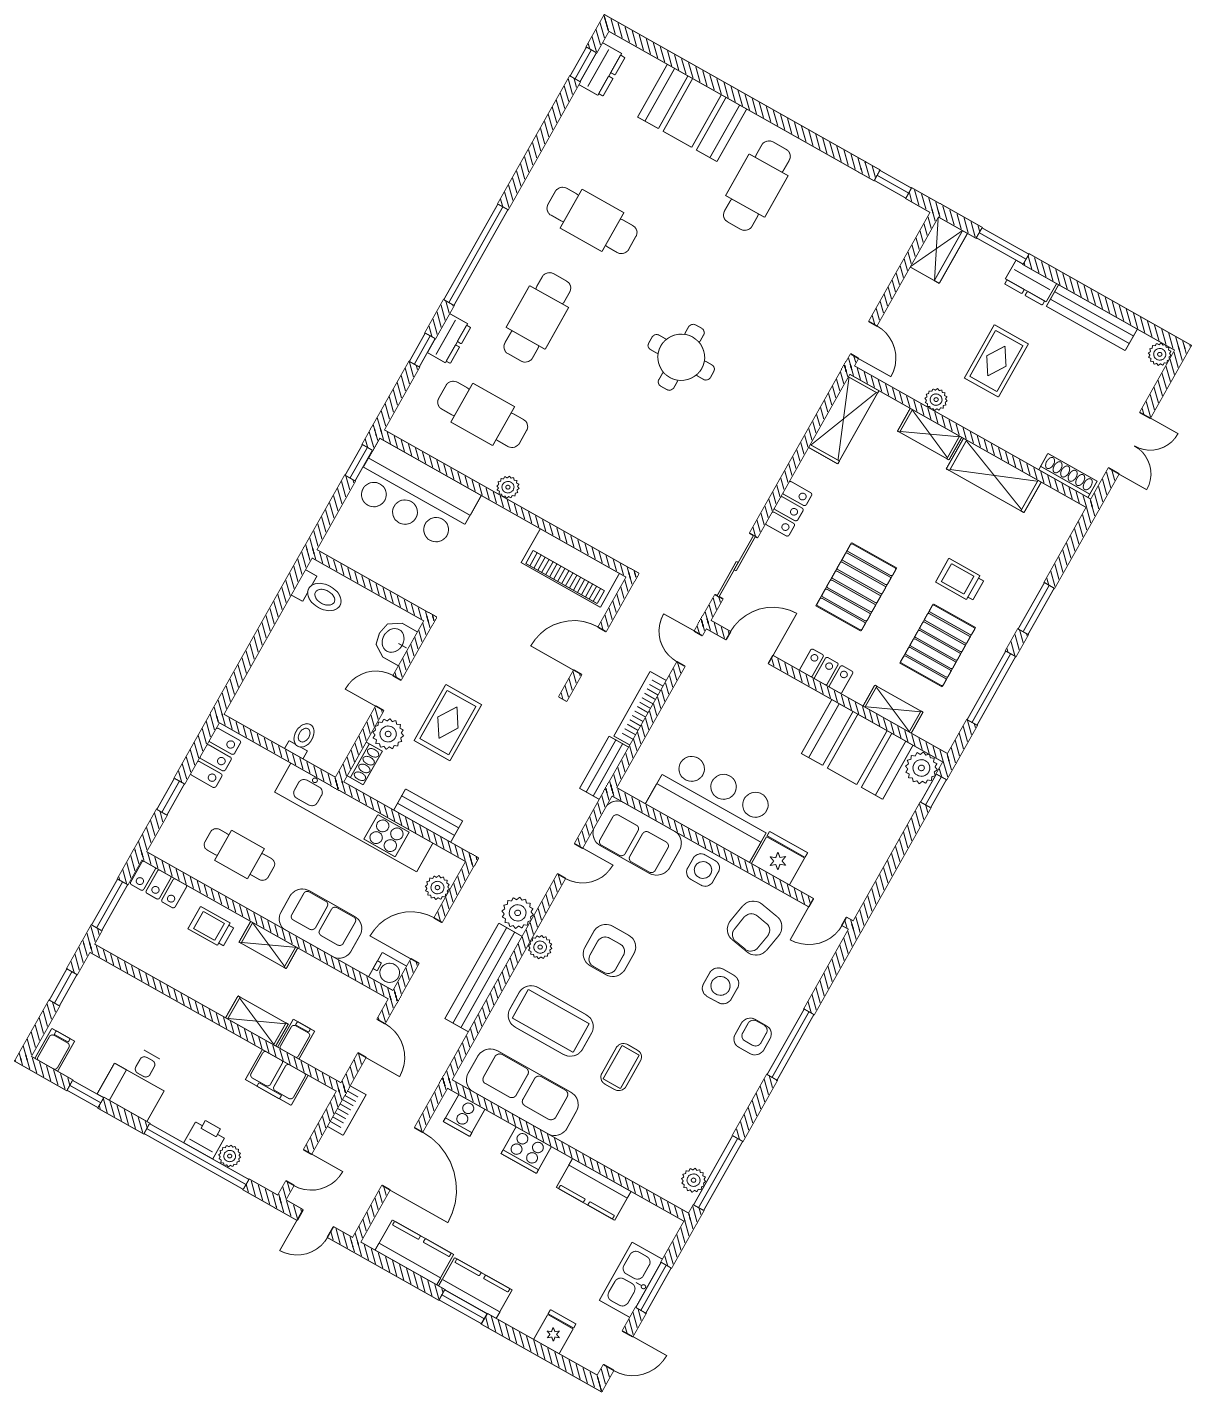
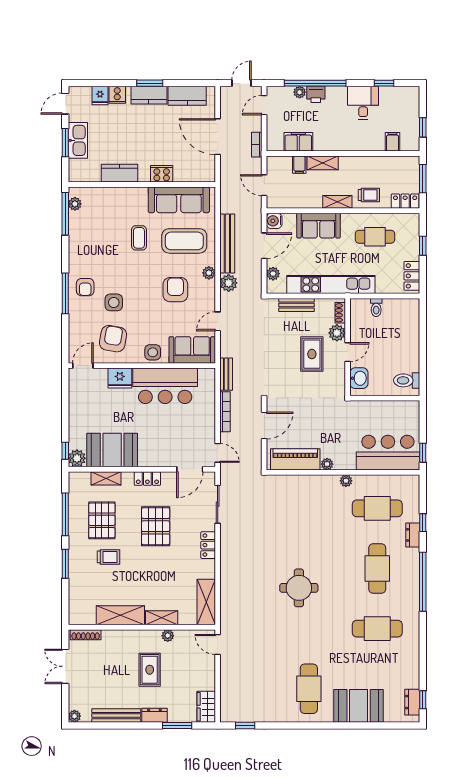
plant: (523, 531) -> (327, 464), added
filing cabinet: (55, 1050) -> (393, 142), moved, turned 180
cooker: (464, 1115) -> (117, 95), moved, turned 180

